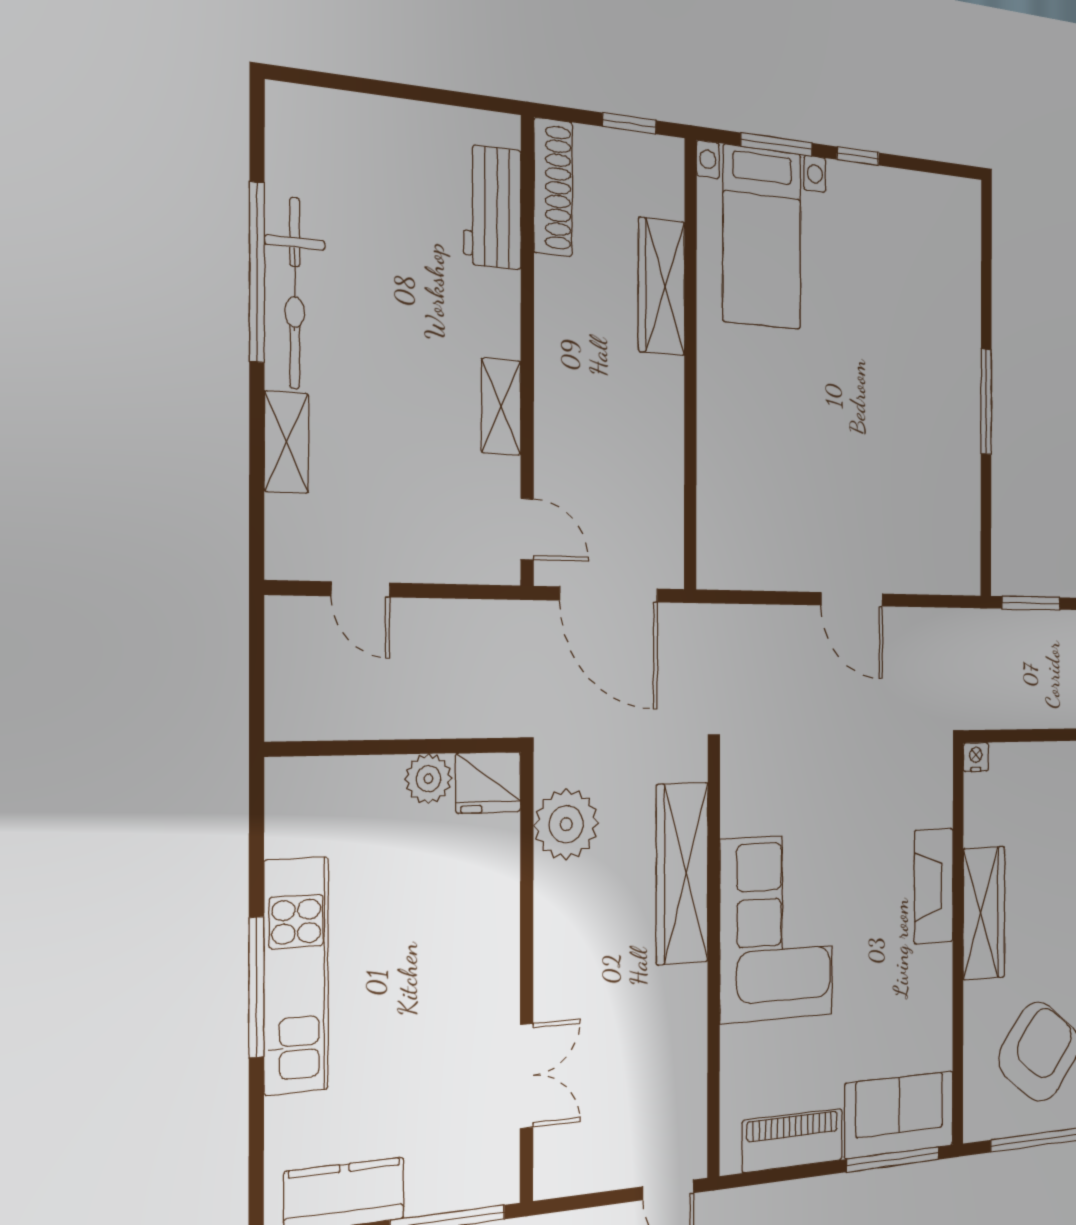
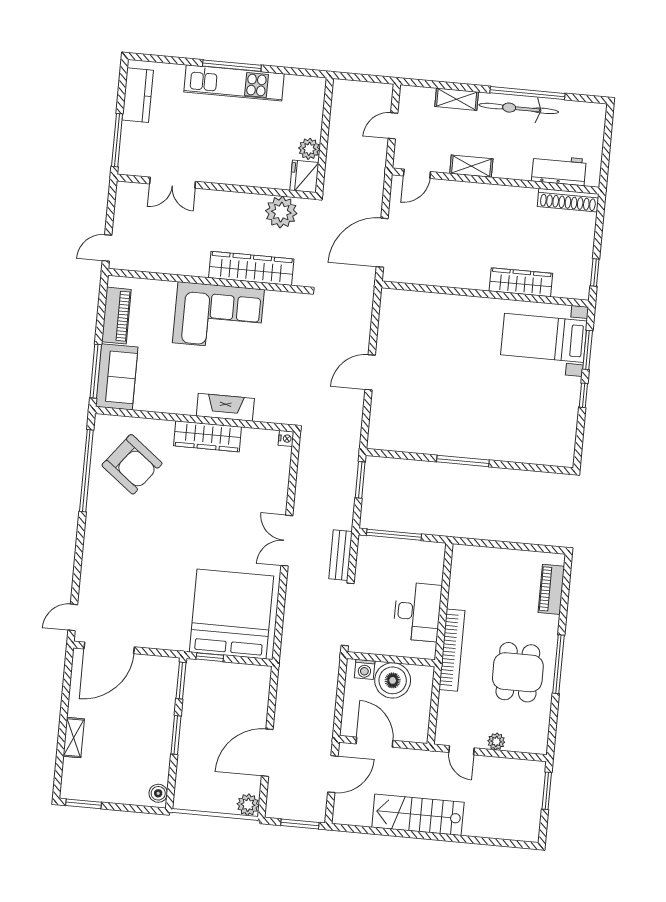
shoe rack: (553, 187) -> (568, 200), moved
workbench: (492, 207) -> (559, 170), moved
wall: (527, 351) -> (496, 181), moved
shelving: (501, 407) -> (471, 166), moved
door: (527, 529) -> (417, 174), moved

